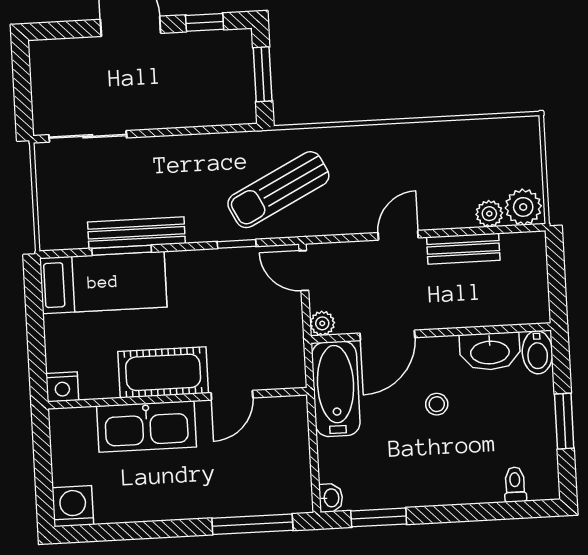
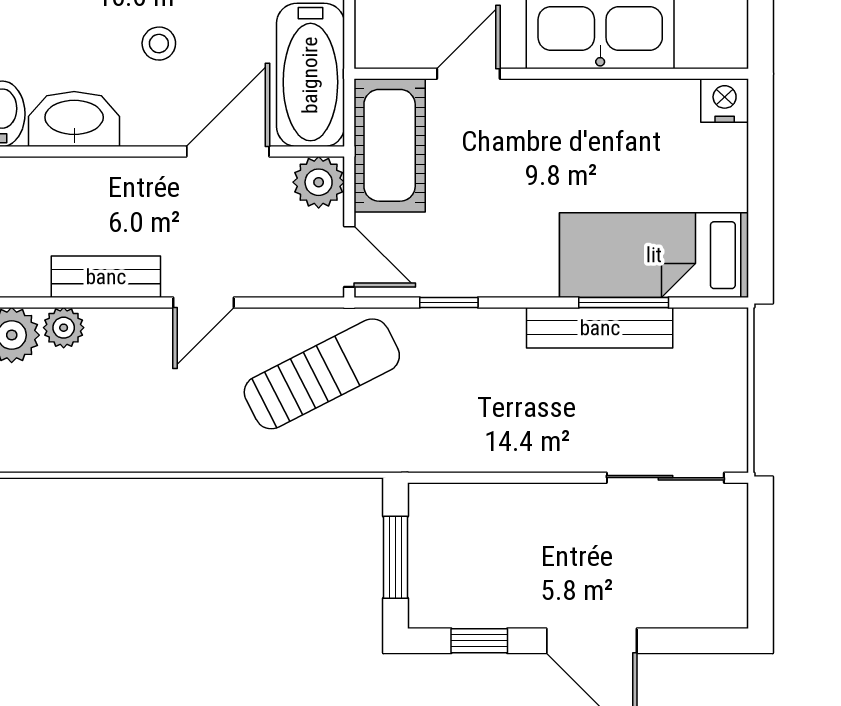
sun lounger: (278, 190) -> (322, 374), moved
plant: (322, 323) -> (319, 182), width x1.38, depth x1.38
cot: (163, 372) -> (390, 145), moved, turned 90

